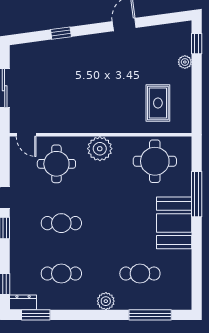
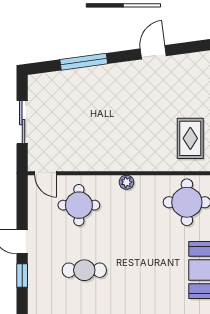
window: (61, 33) -> (84, 62), width x2.17
plant: (100, 149) -> (126, 182), width x0.53, depth x0.53

